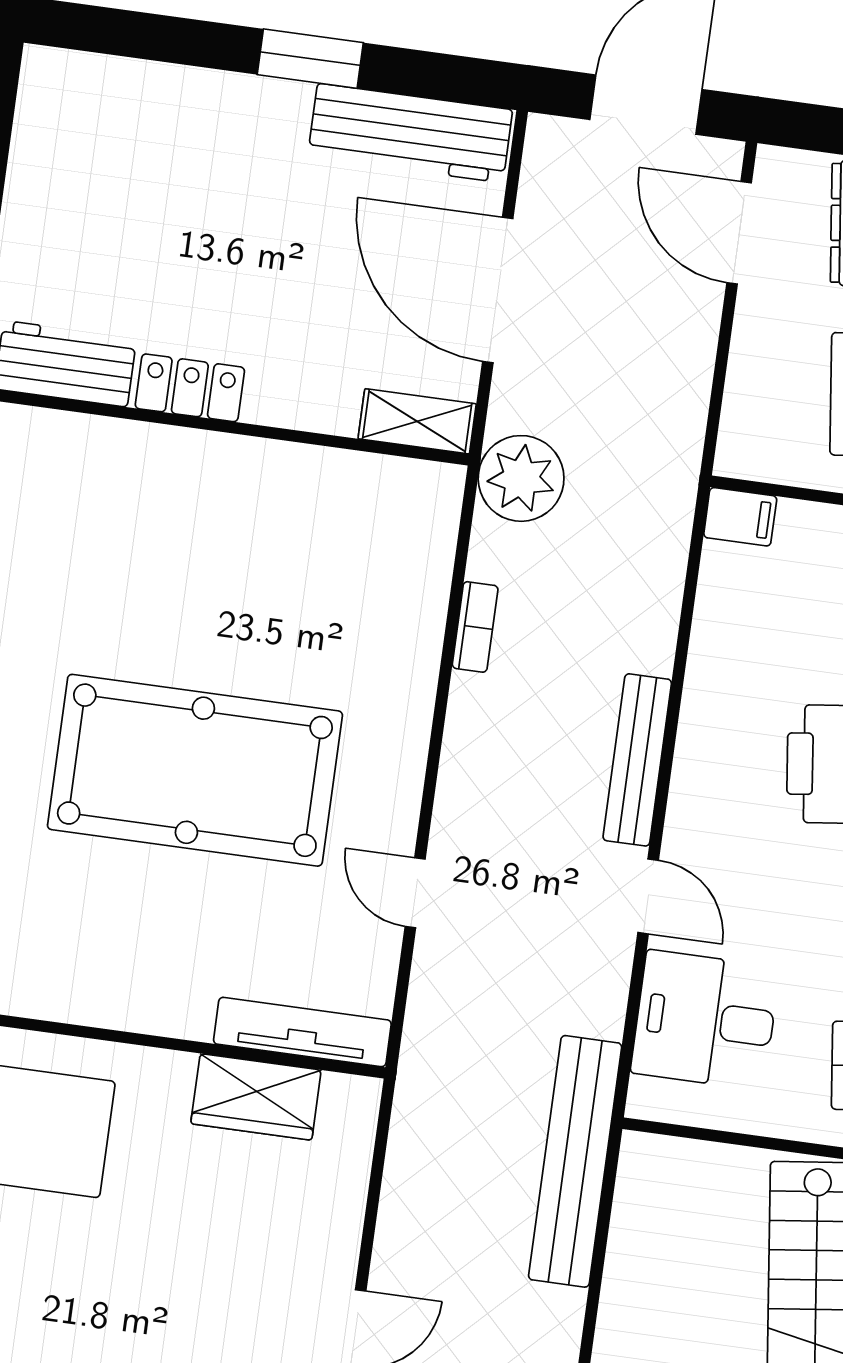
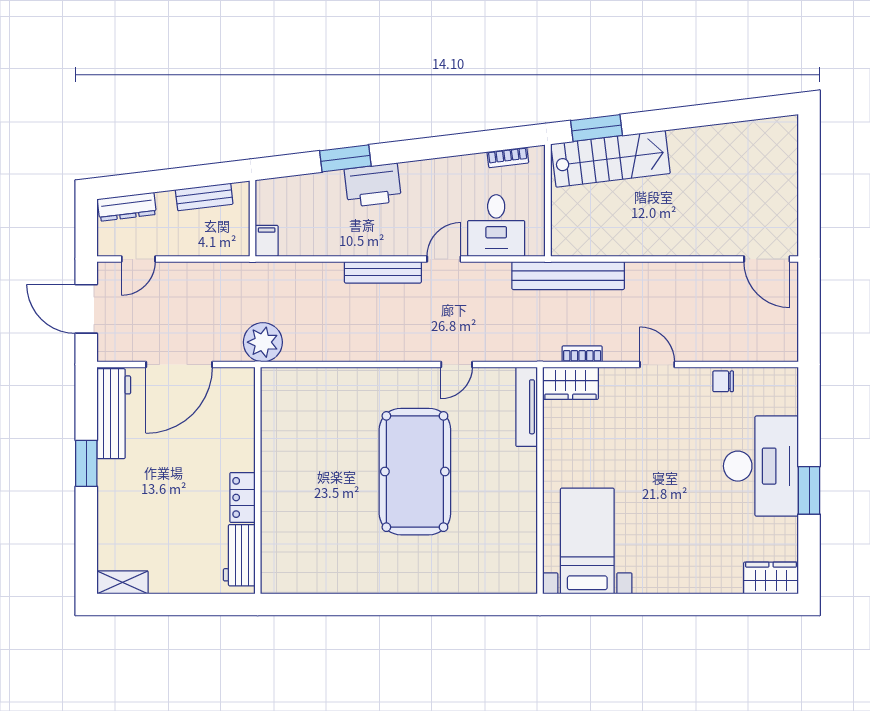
door: (739, 233) -> (138, 259), width x0.73
shelving: (417, 421) -> (122, 582), moved, turned 90
bookcase: (475, 627) -> (582, 354), moved
wardrobe: (256, 1097) -> (570, 383), moved, turned 90

